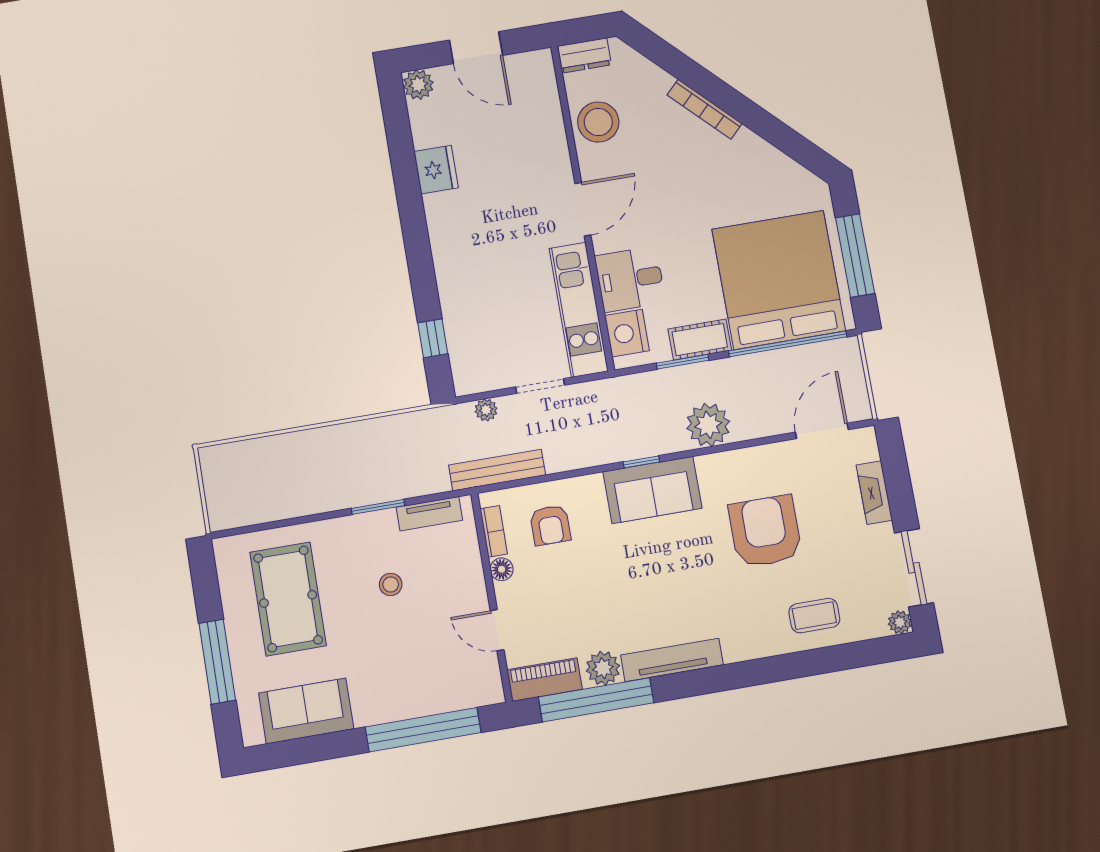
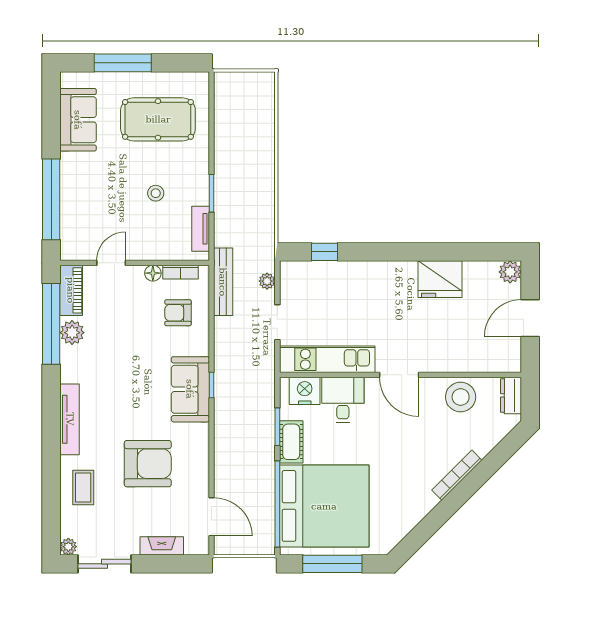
fridge: (436, 170) -> (440, 279), width x1.36, depth x1.34
plant: (708, 425) -> (230, 437), removed
tv unit: (672, 660) -> (70, 419), moved

